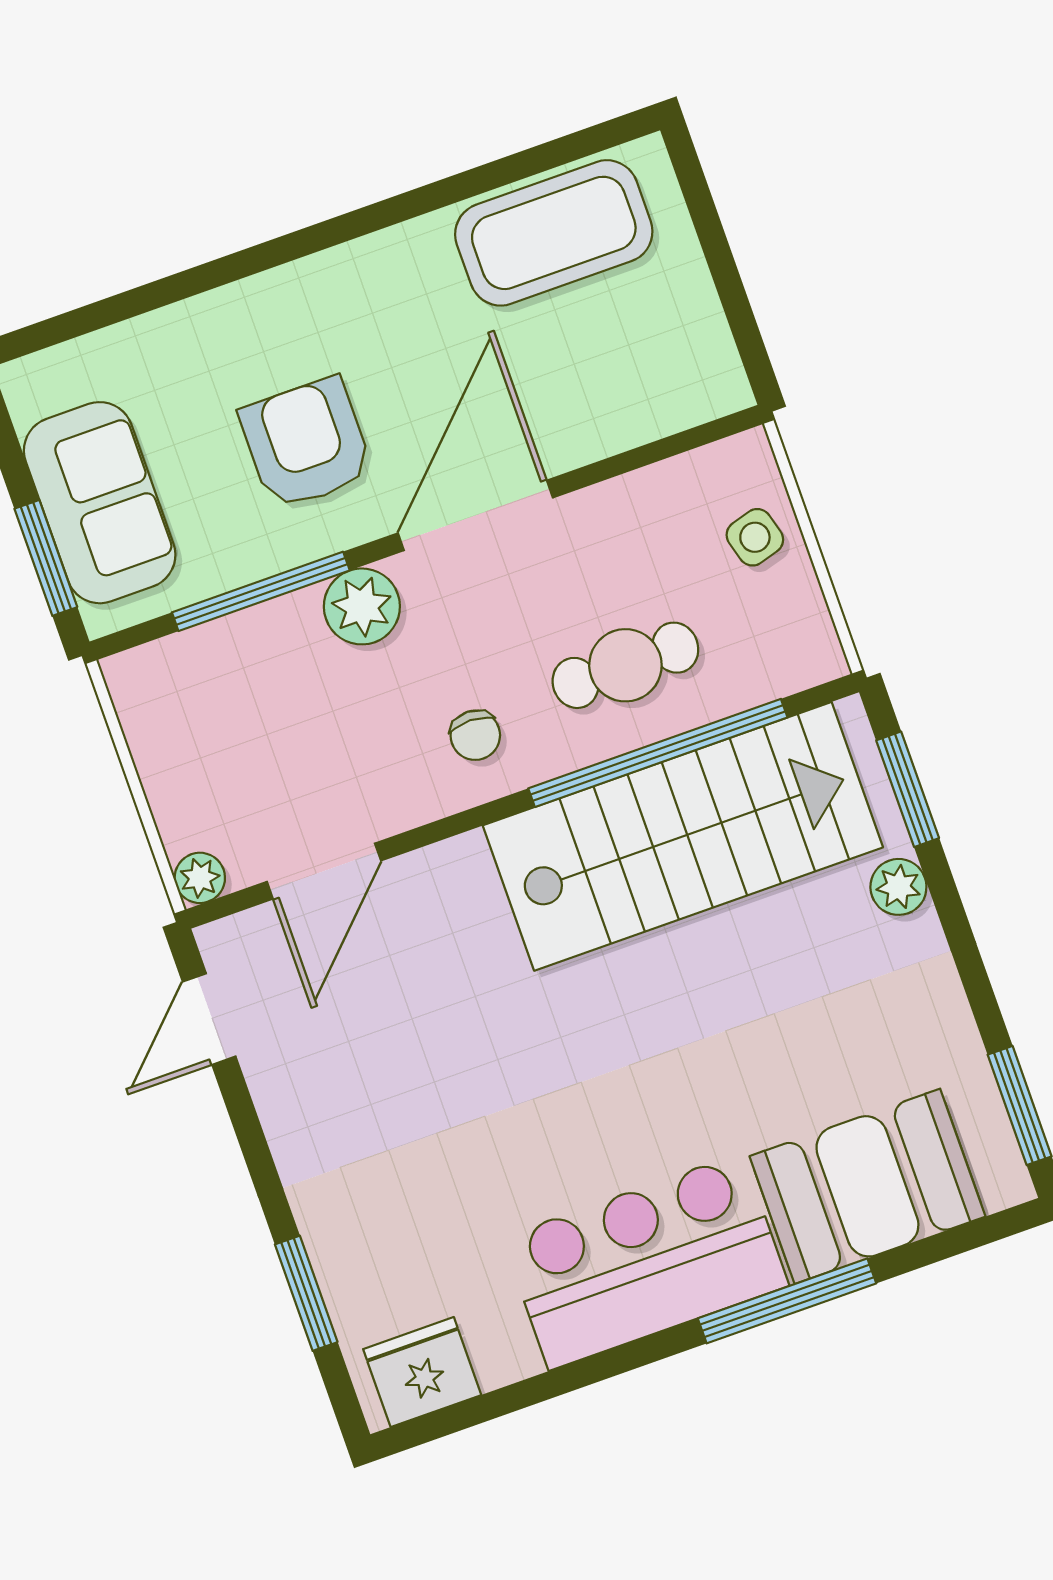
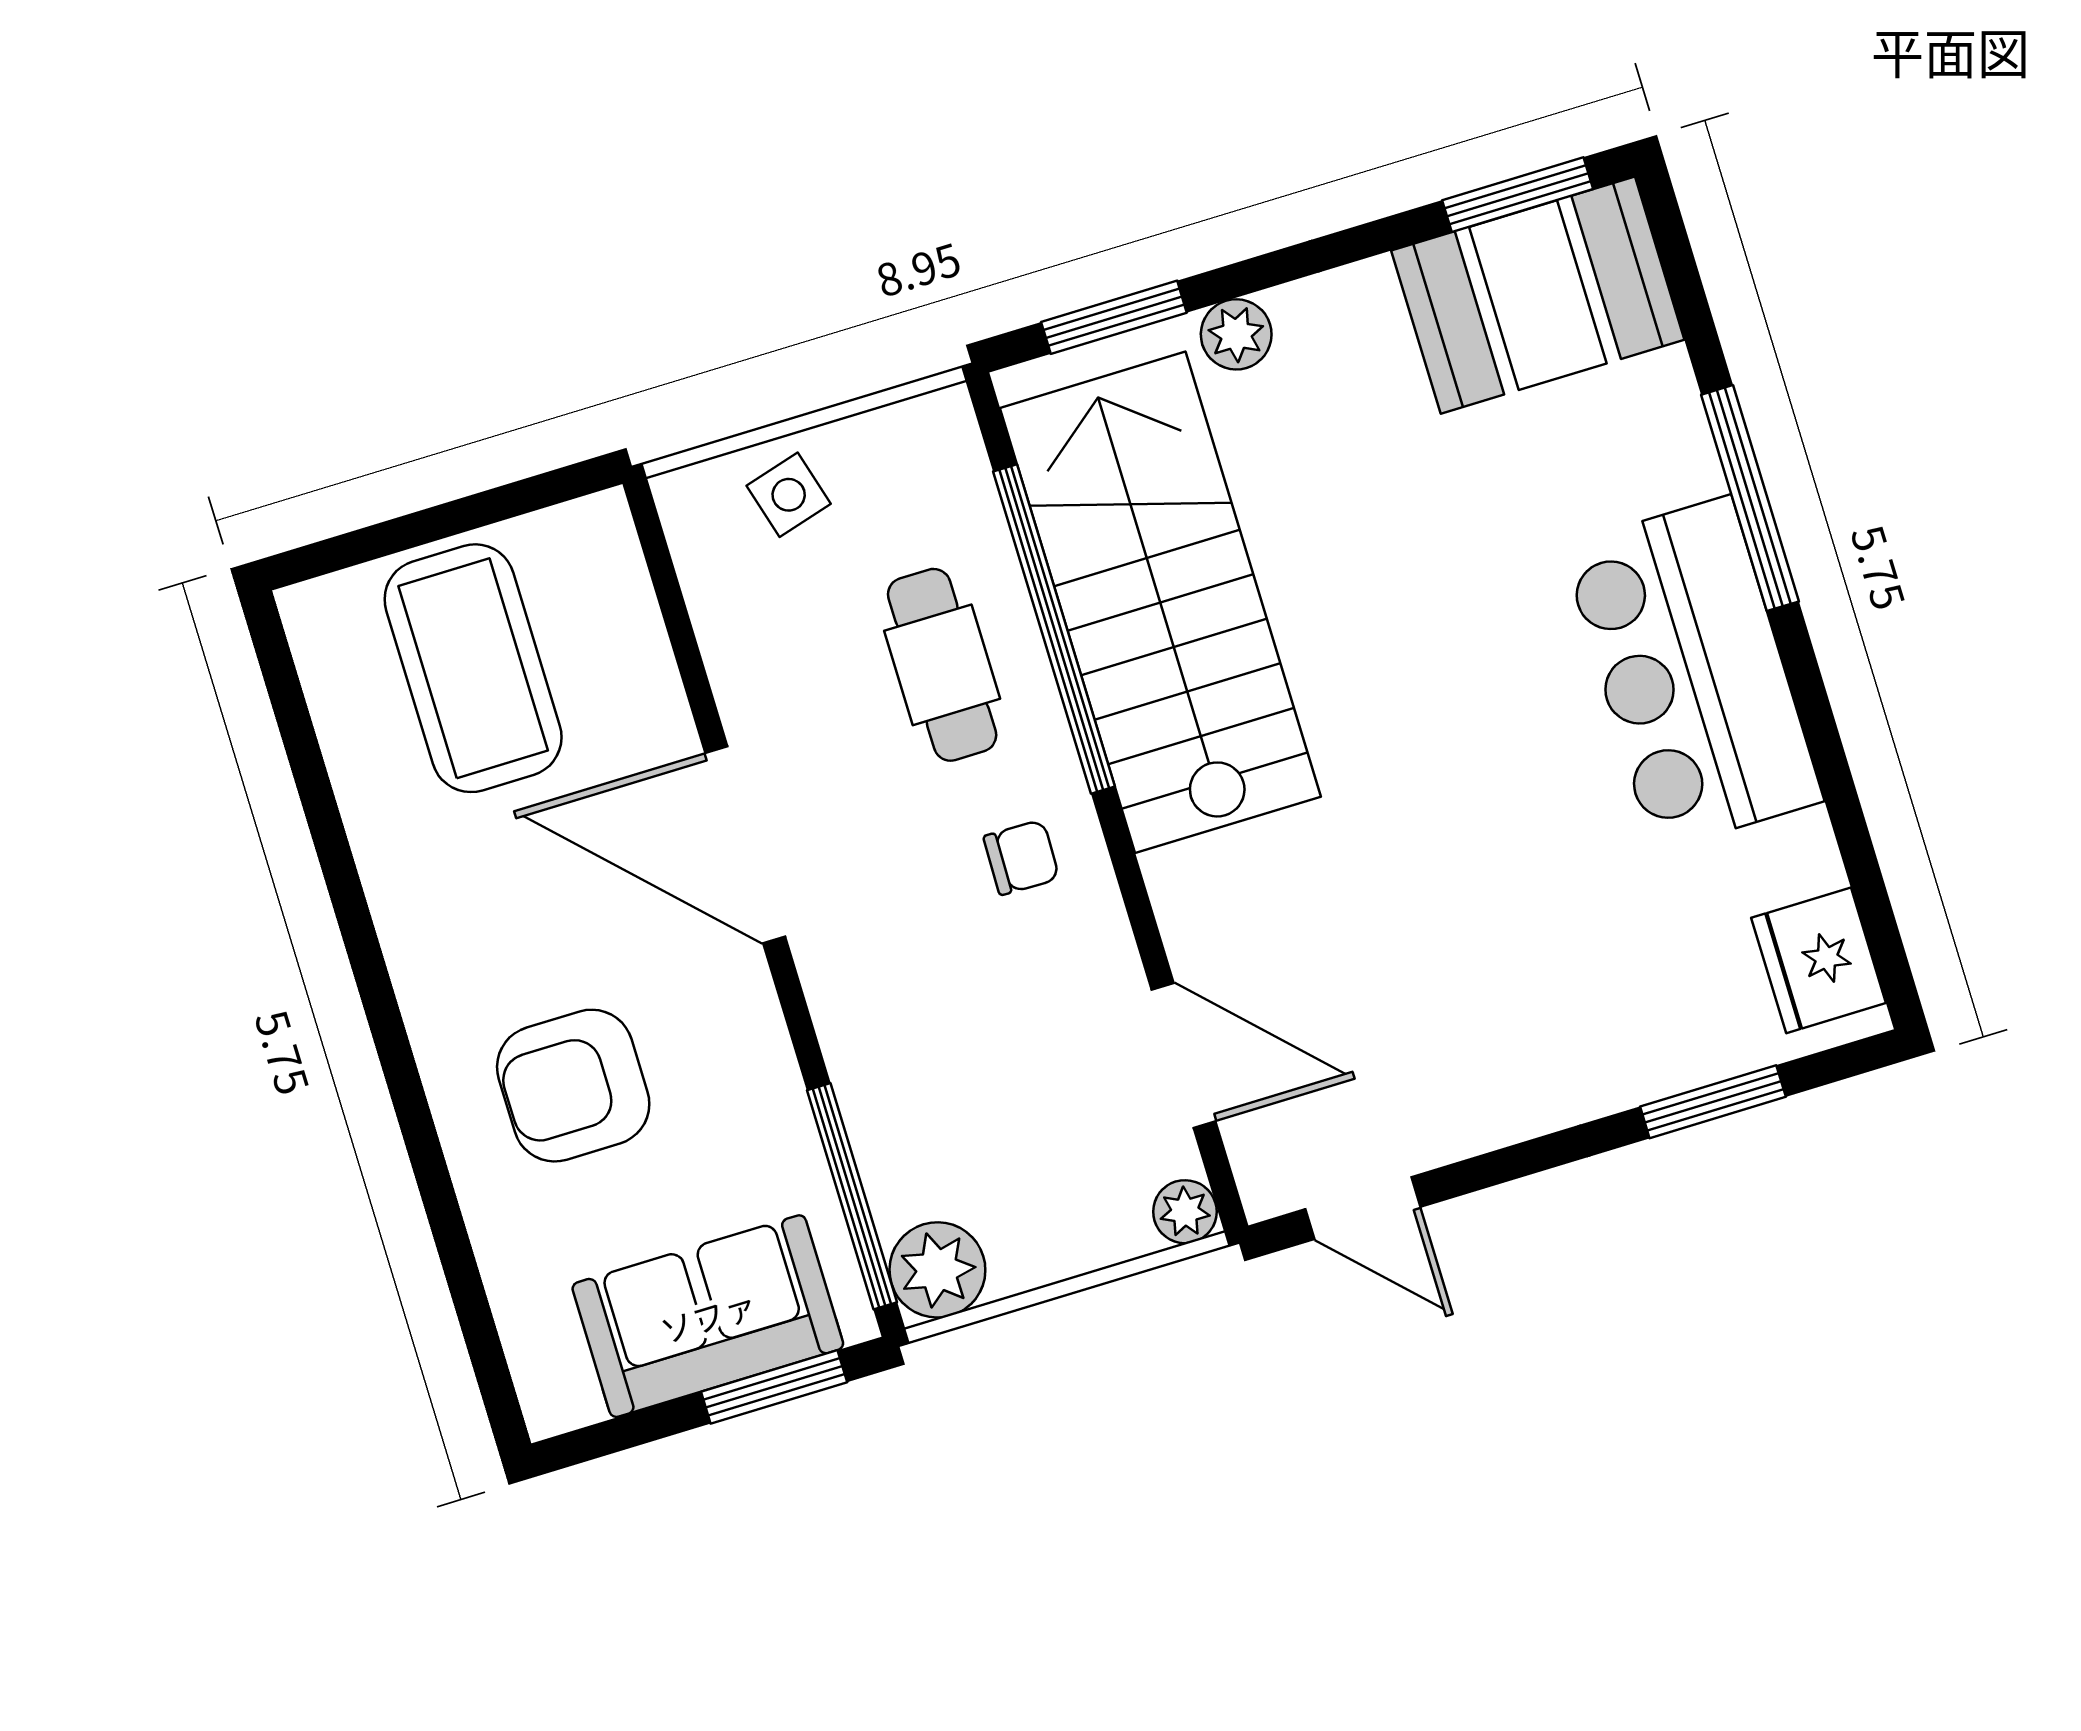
coffee table: (554, 233) -> (473, 668), moved
armchair: (306, 443) -> (573, 1086), moved
window: (261, 591) -> (852, 1196), moved
plant: (362, 606) -> (937, 1270), moved
booth: (867, 1186) -> (1538, 295), moved, turned 90

